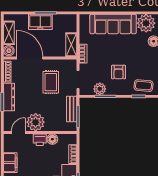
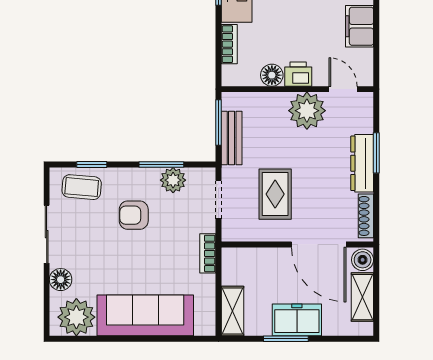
shelving: (71, 45) -> (232, 311), moved
armchair: (119, 72) -> (134, 215), turned -90
door: (18, 132) -> (343, 89), swing flipped

